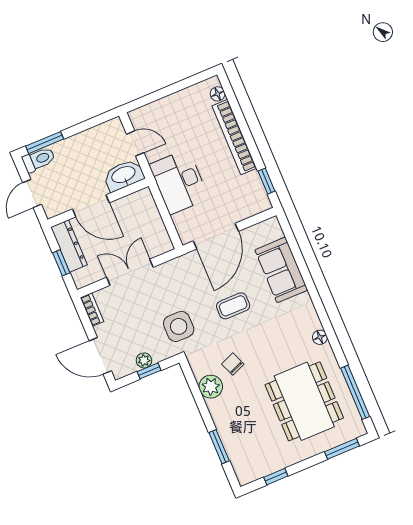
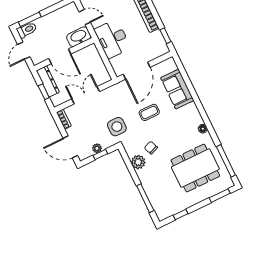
dining table: (304, 401) -> (195, 168), turned 90
window: (219, 447) -> (145, 198), width x1.44

